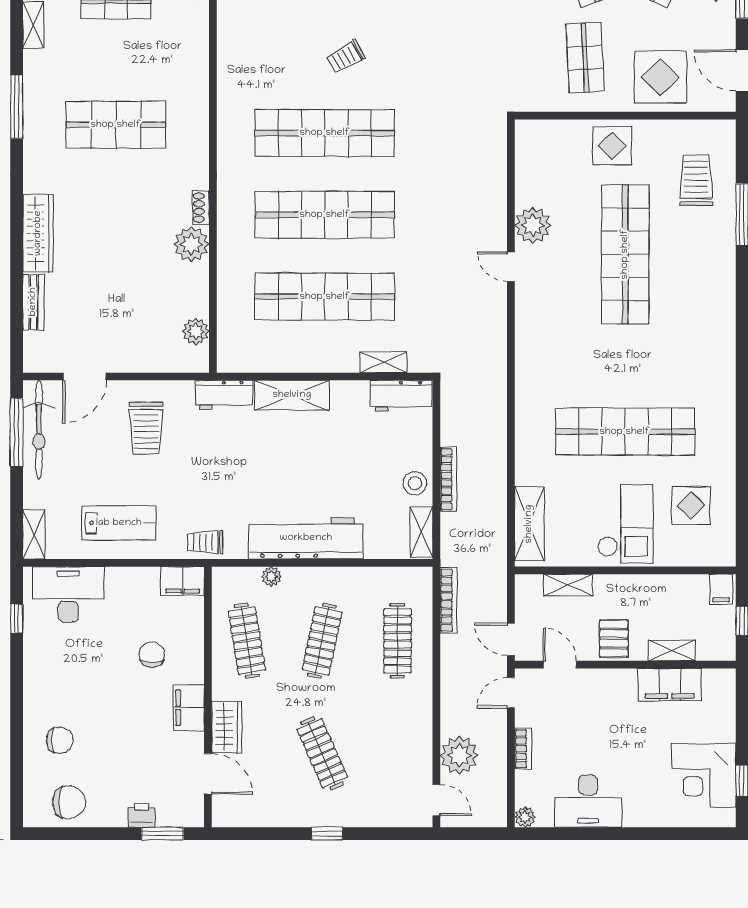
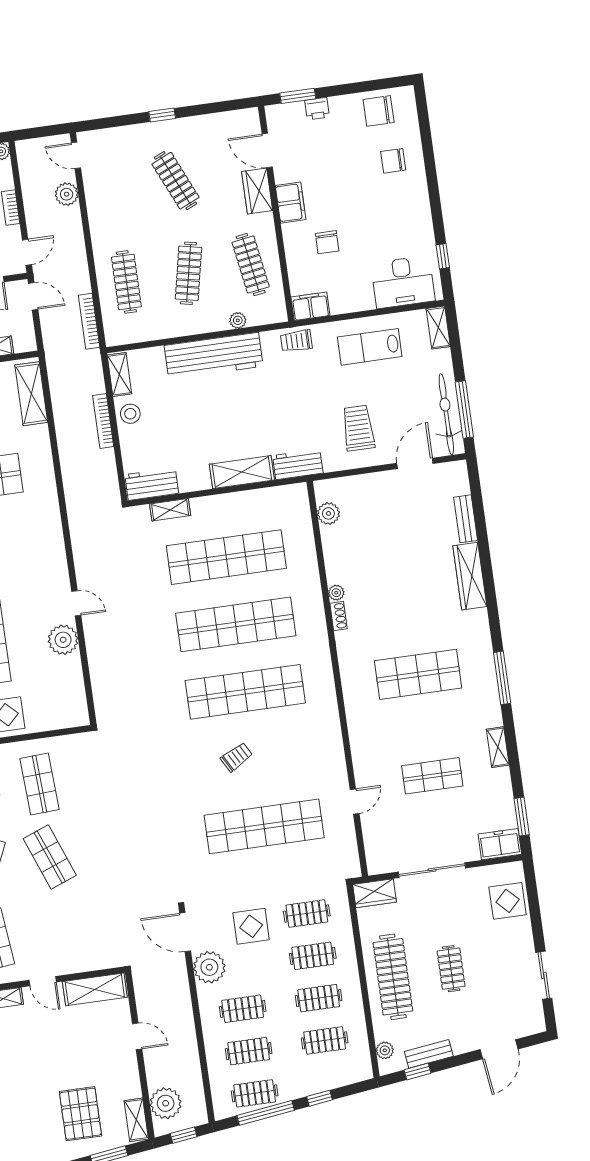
plant: (191, 244) -> (336, 593), width x0.53, depth x0.53
trolley: (205, 542) -> (296, 341), turned 180
plant: (459, 755) -> (67, 194), width x0.73, depth x0.73

